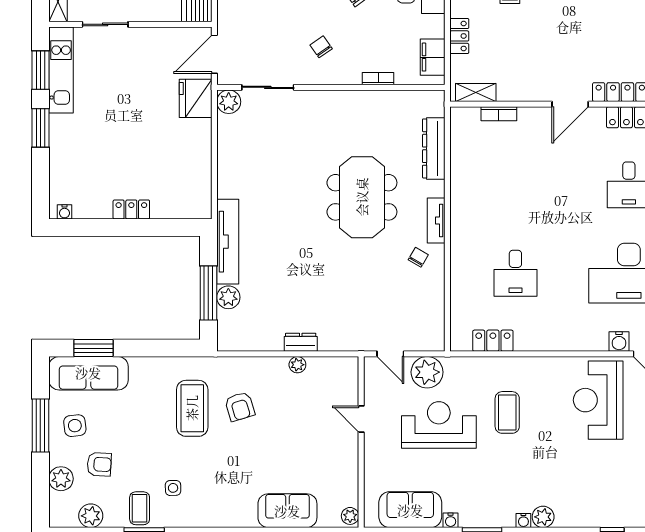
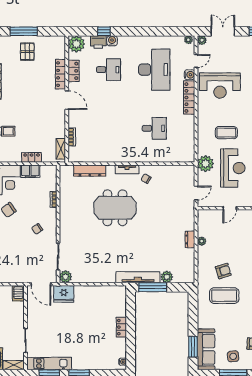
filing cabinet: (433, 57) -> (30, 171), moved
window: (208, 293) -> (153, 287), moved
locker: (493, 341) -> (189, 98), moved, width x1.53
plant: (427, 372) -> (206, 164), moved
reception desk: (439, 425) -> (233, 168), turned 180

